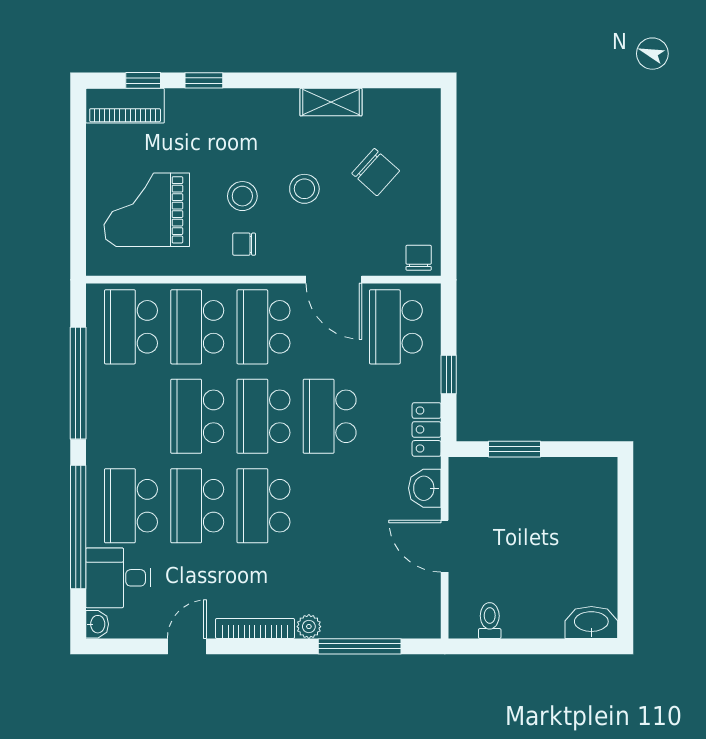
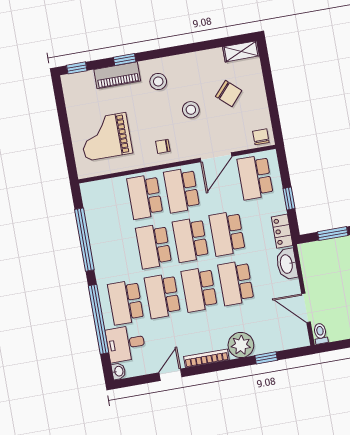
window: (143, 80) -> (77, 68), moved
shelving: (331, 102) -> (241, 51), moved
piano: (125, 106) -> (117, 75), moved
stool: (242, 196) -> (158, 81), moved
door: (334, 280) -> (216, 157), hinge flipped
school desk: (131, 327) -> (236, 283), moved
washbasin: (425, 488) -> (287, 264), width x1.38
door: (445, 546) -> (306, 308), moved
toilet: (490, 621) -> (320, 334), moved
plant: (309, 627) -> (241, 345), width x1.88, depth x1.88
window: (360, 646) -> (266, 358), width x0.46

